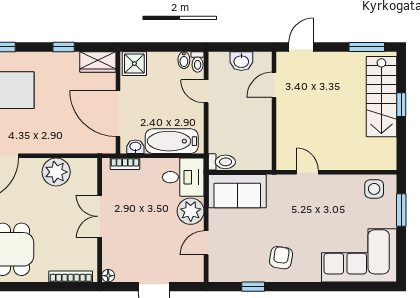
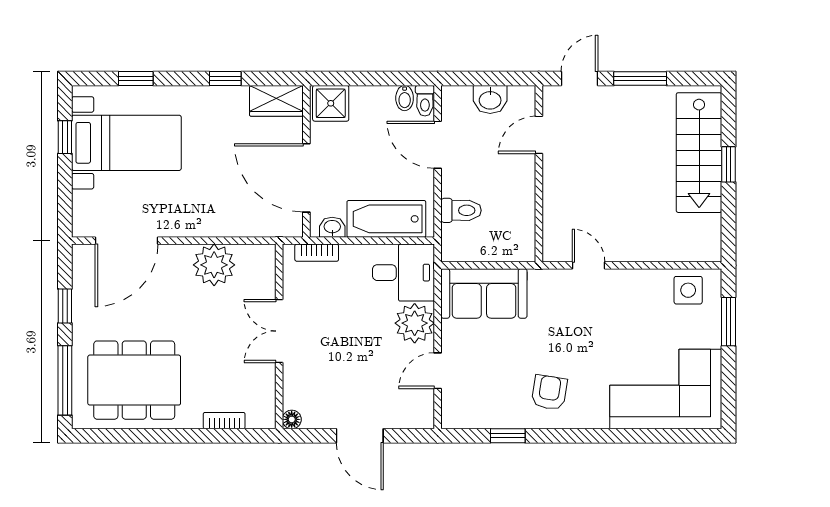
window: (367, 47) -> (640, 78), moved
door: (206, 91) -> (438, 145), width x1.38
toilet: (222, 162) -> (461, 210), moved
bookcase: (71, 276) -> (224, 421), width x0.64

